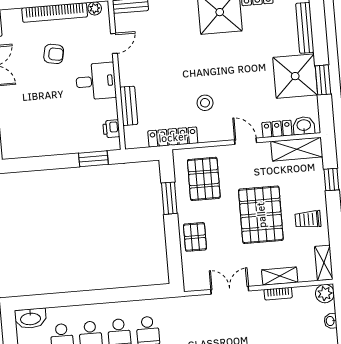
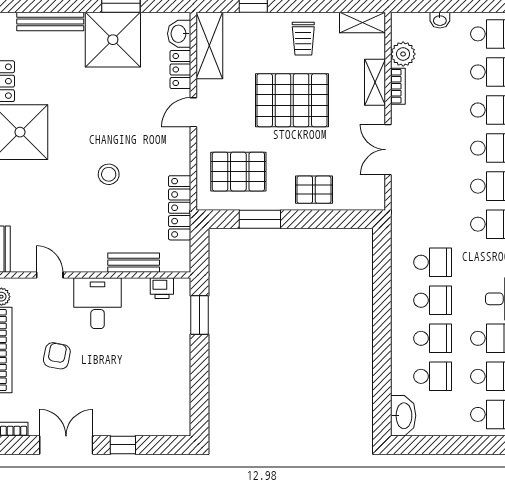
stool: (205, 103) -> (109, 174), moved
plant: (325, 294) -> (403, 54), moved

